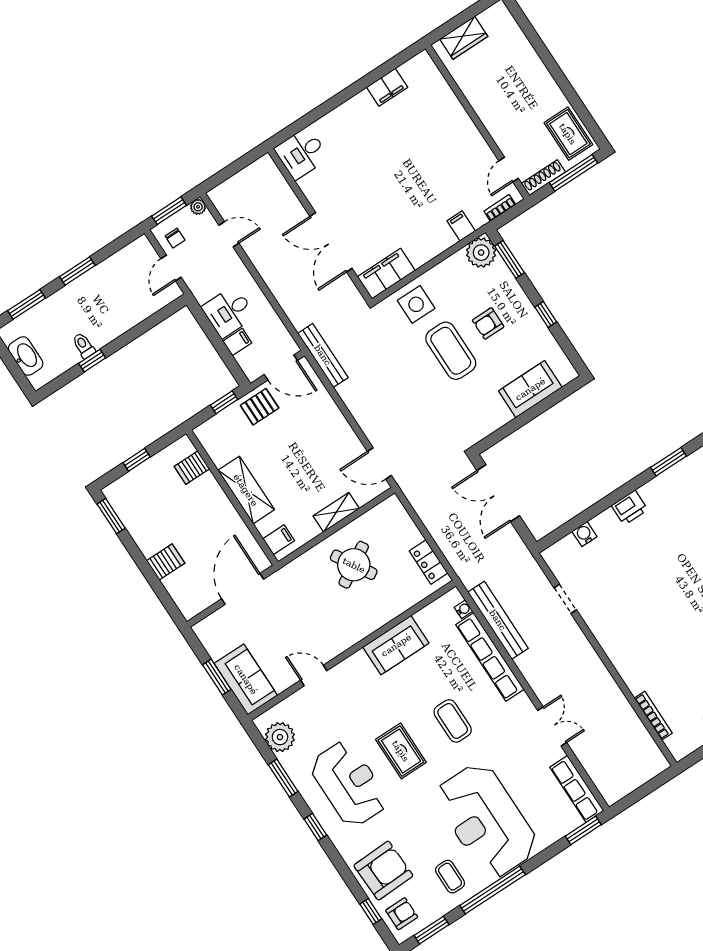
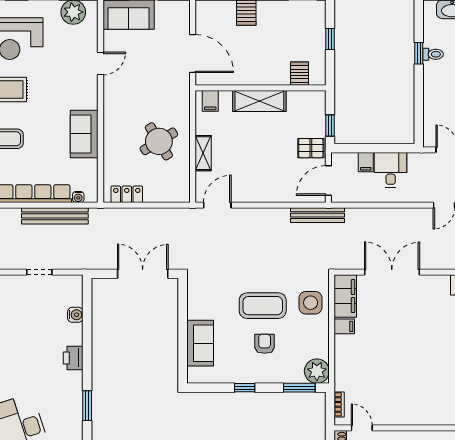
filing cabinet: (461, 226) -> (344, 326), moved
pallet: (260, 407) -> (311, 148), turned 90

